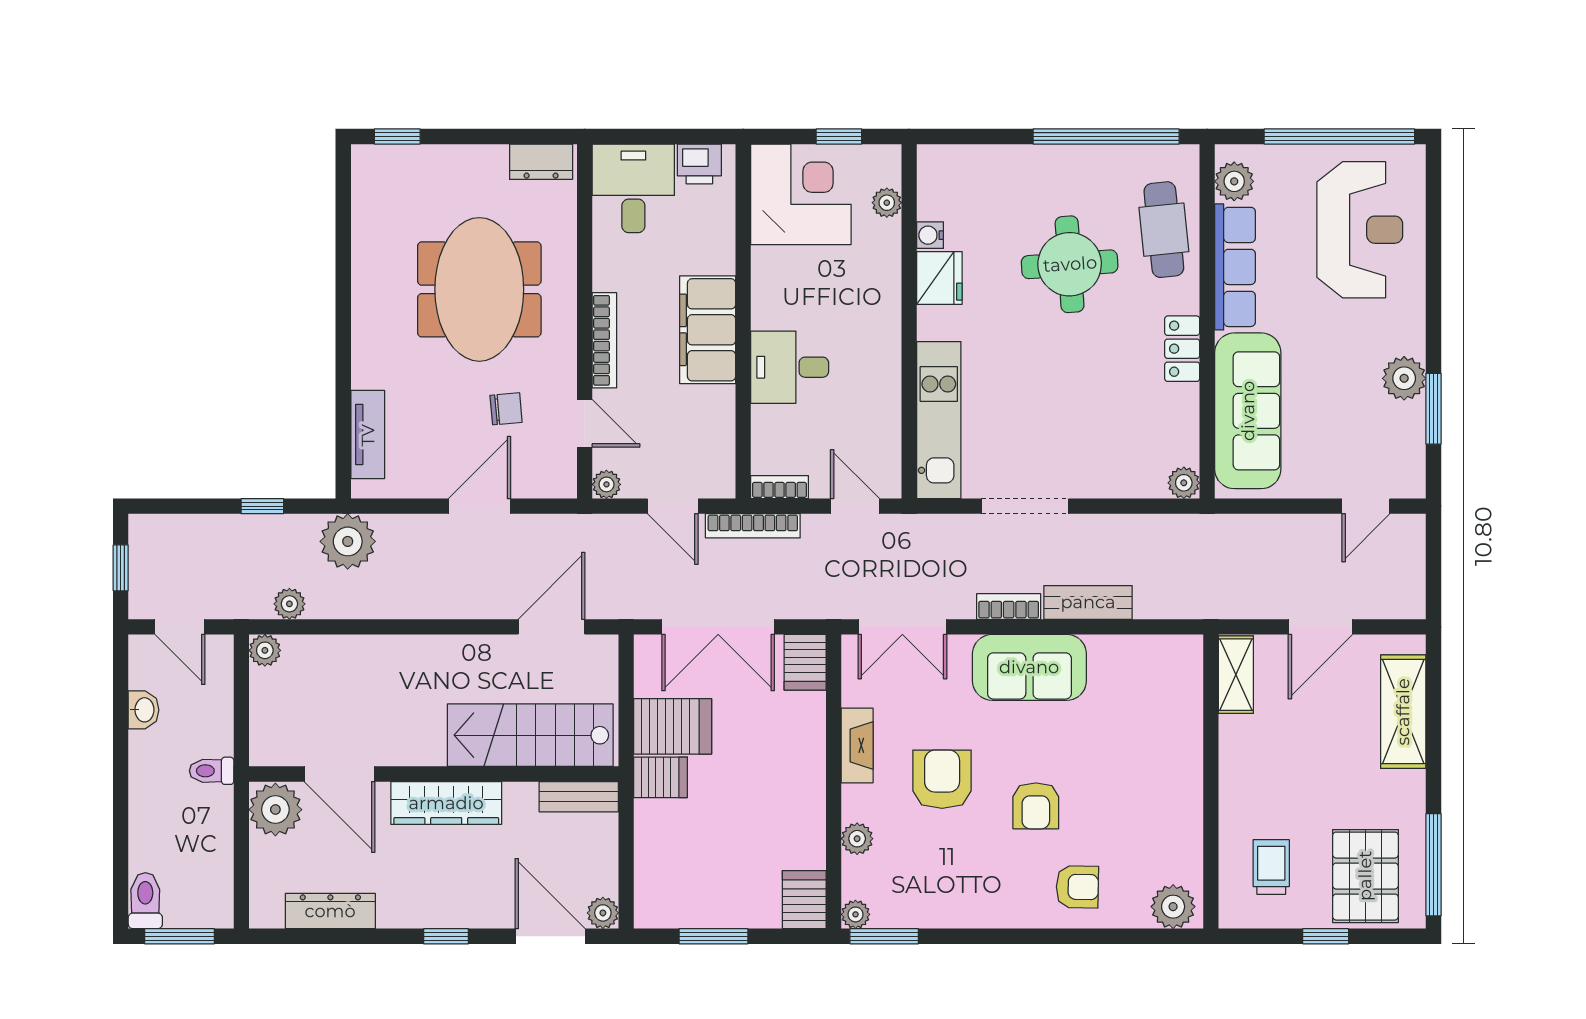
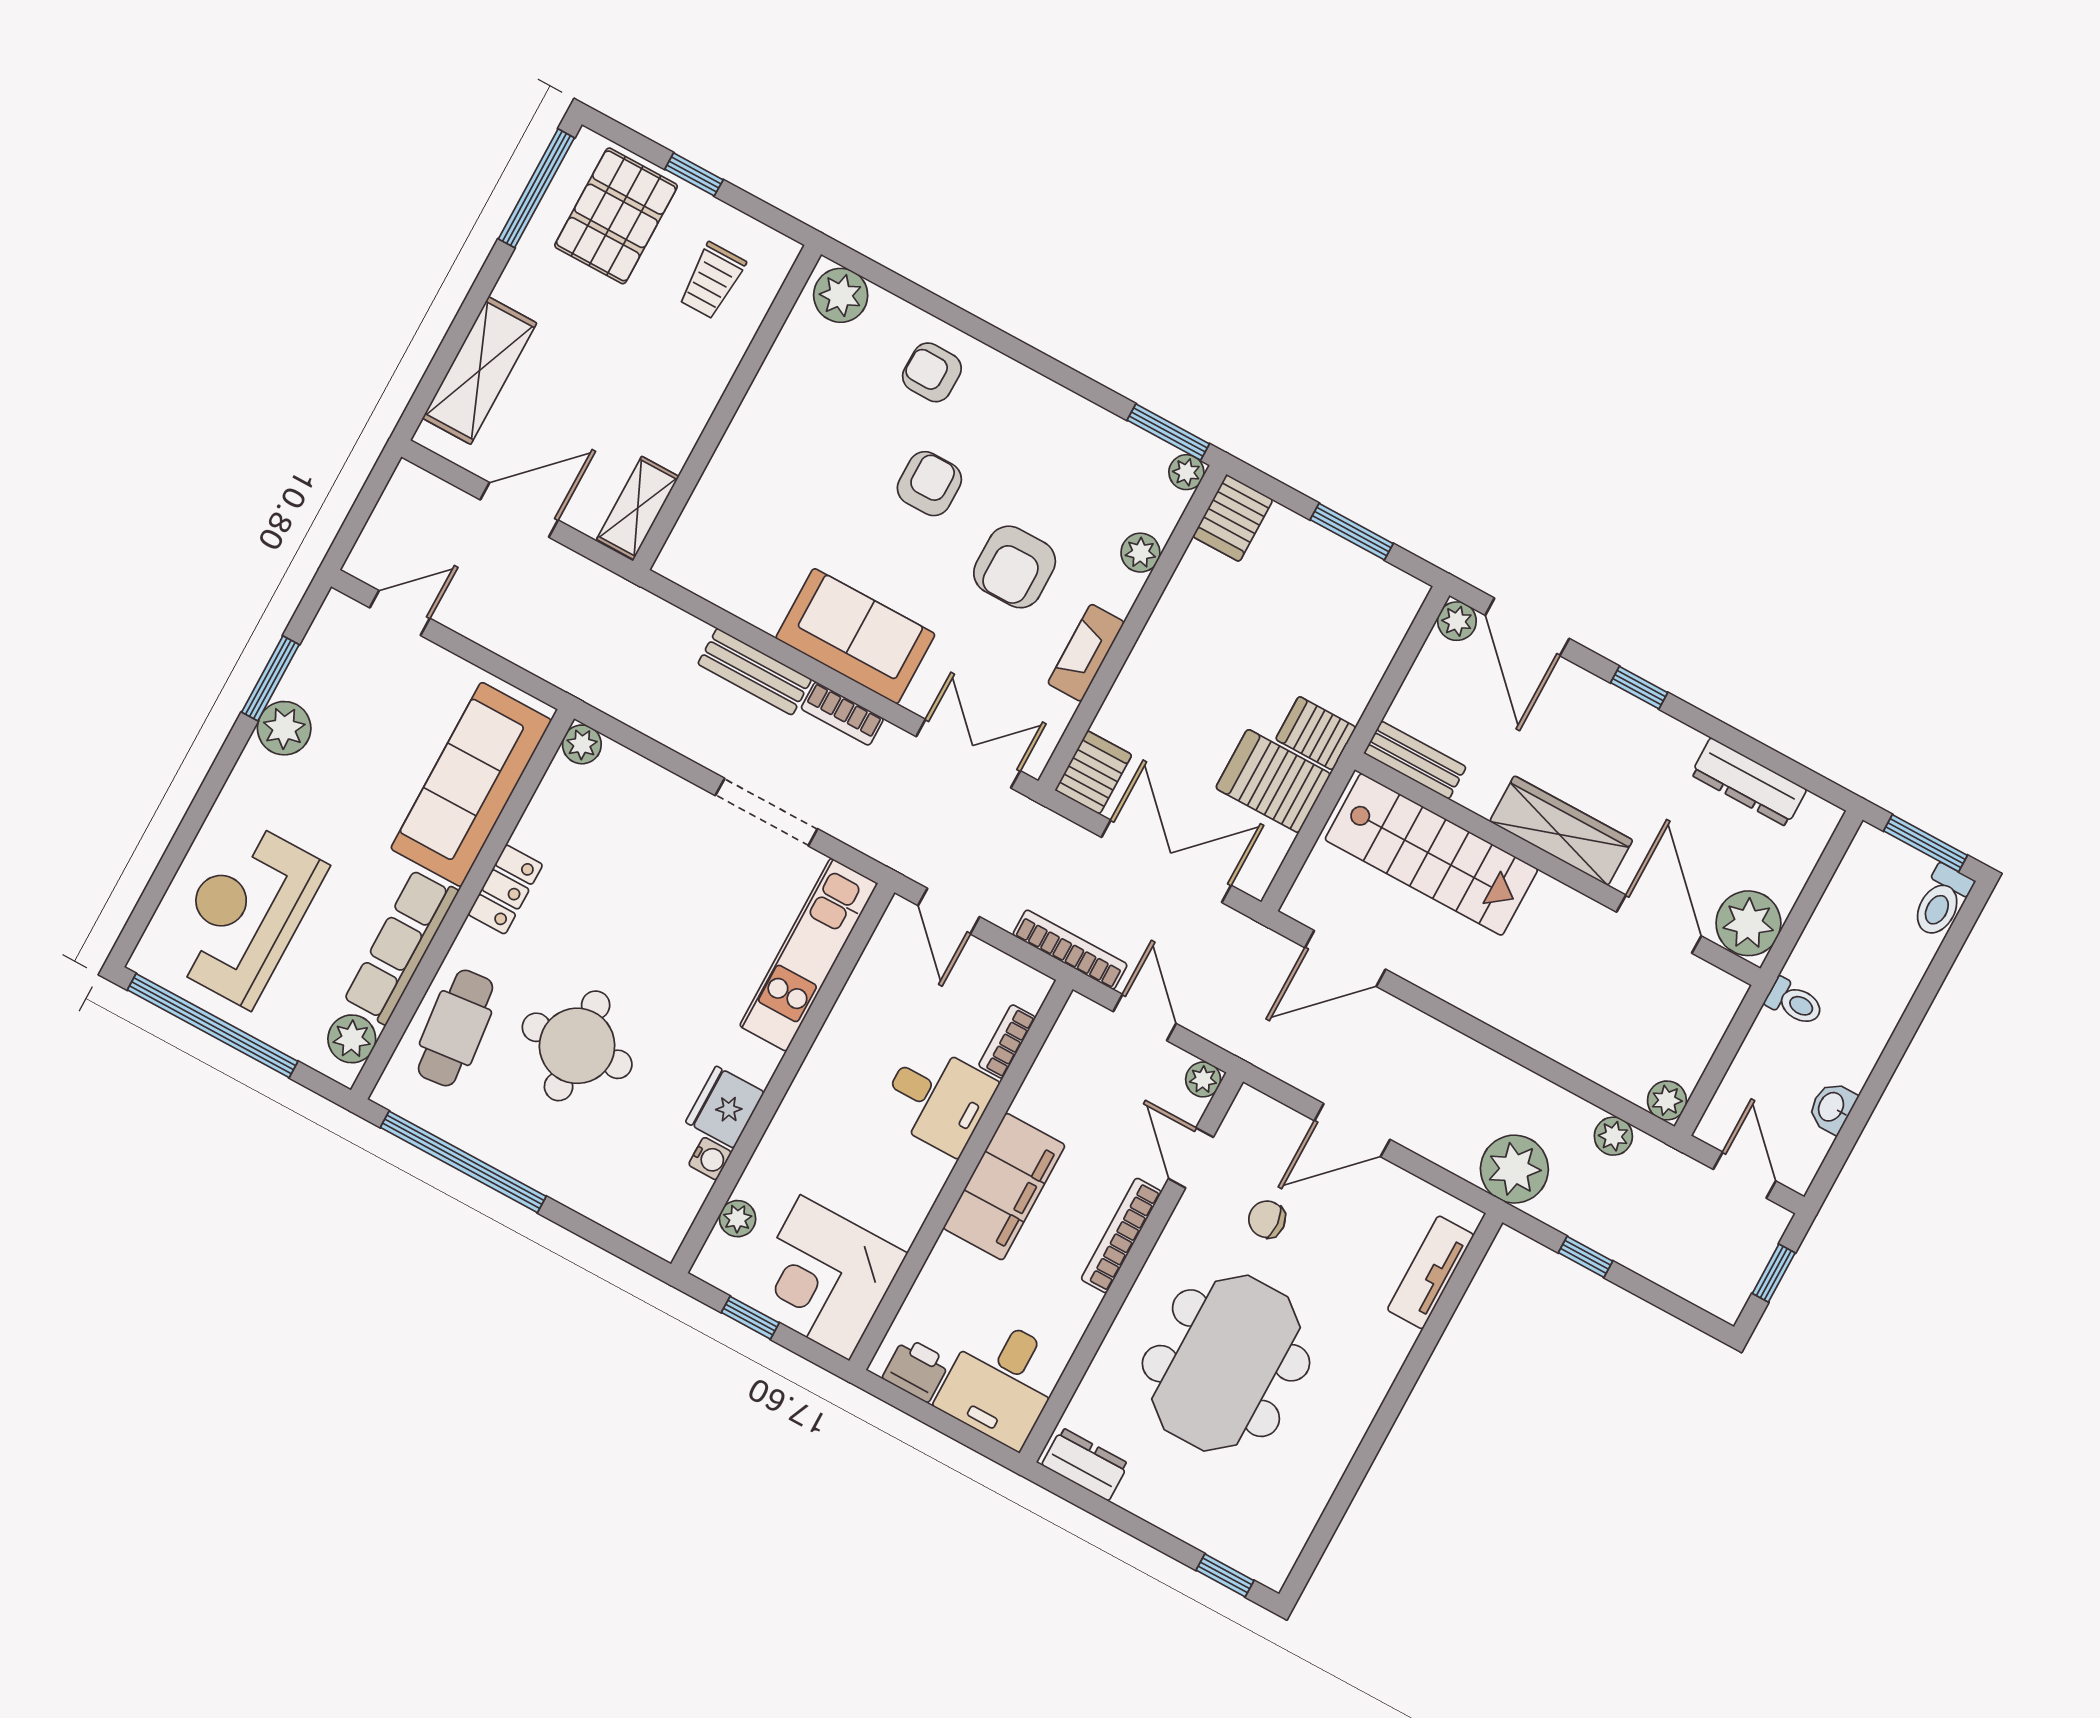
bookcase: (780, 487) -> (1007, 1041), moved, turned 90

